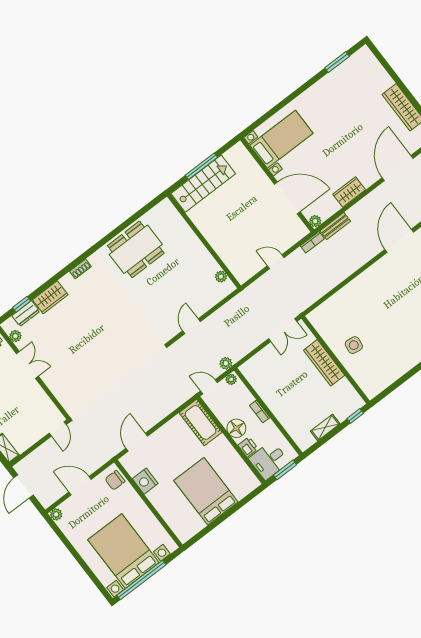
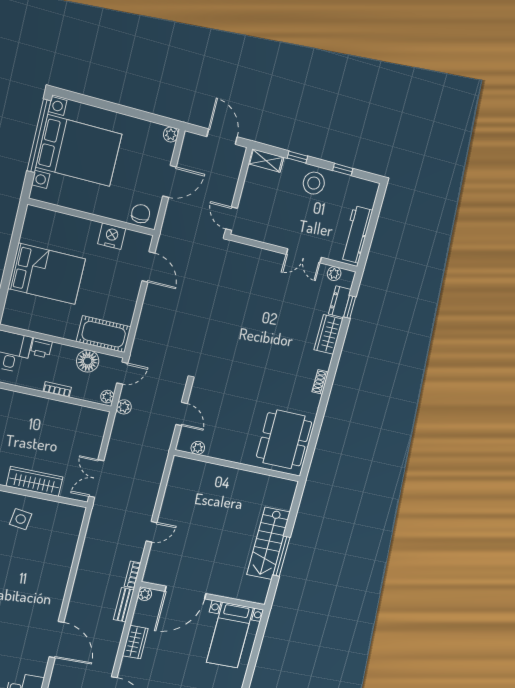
wall: (204, 241) -> (238, 466), moved
plant: (221, 277) -> (198, 448), moved
floor lamp: (236, 428) -> (88, 361), moved

